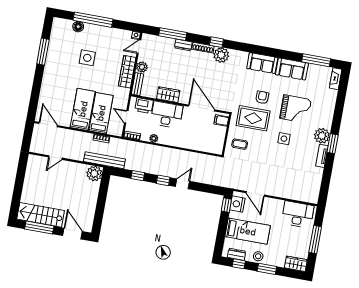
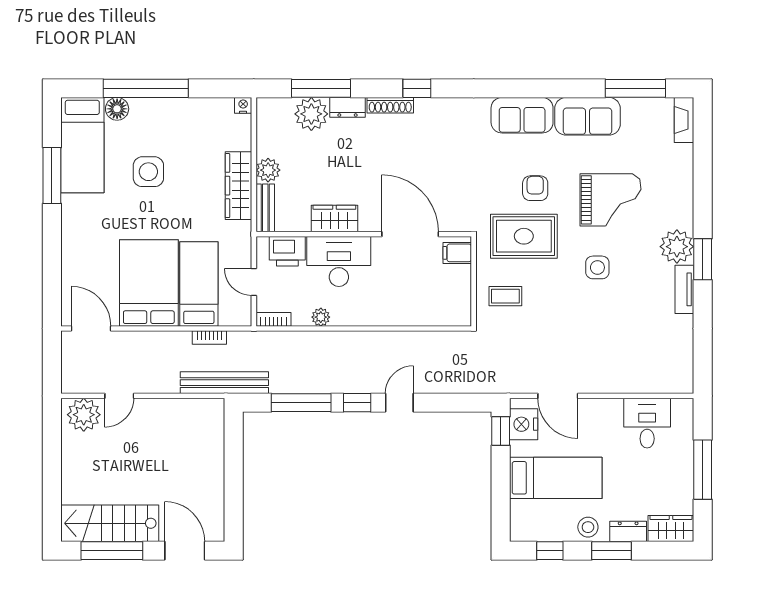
bed: (59, 40) -> (82, 145), added
door: (139, 47) -> (254, 128), removed
plant: (221, 55) -> (311, 114), moved
bed: (83, 109) -> (149, 283), width x1.50
plant: (94, 174) -> (84, 415), moved
window: (138, 176) -> (301, 403), width x2.17
desk: (298, 214) -> (647, 423), width x0.73
dresser: (237, 254) -> (628, 531), moved

